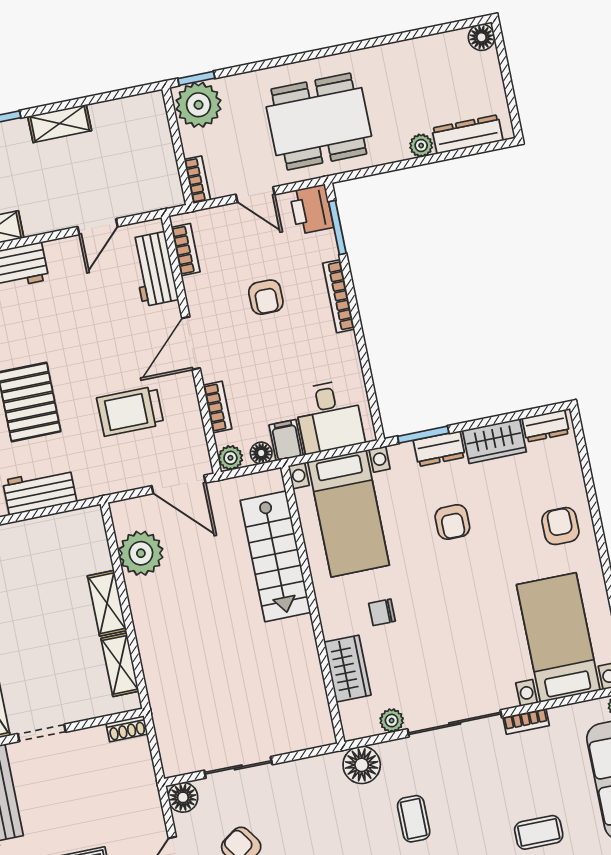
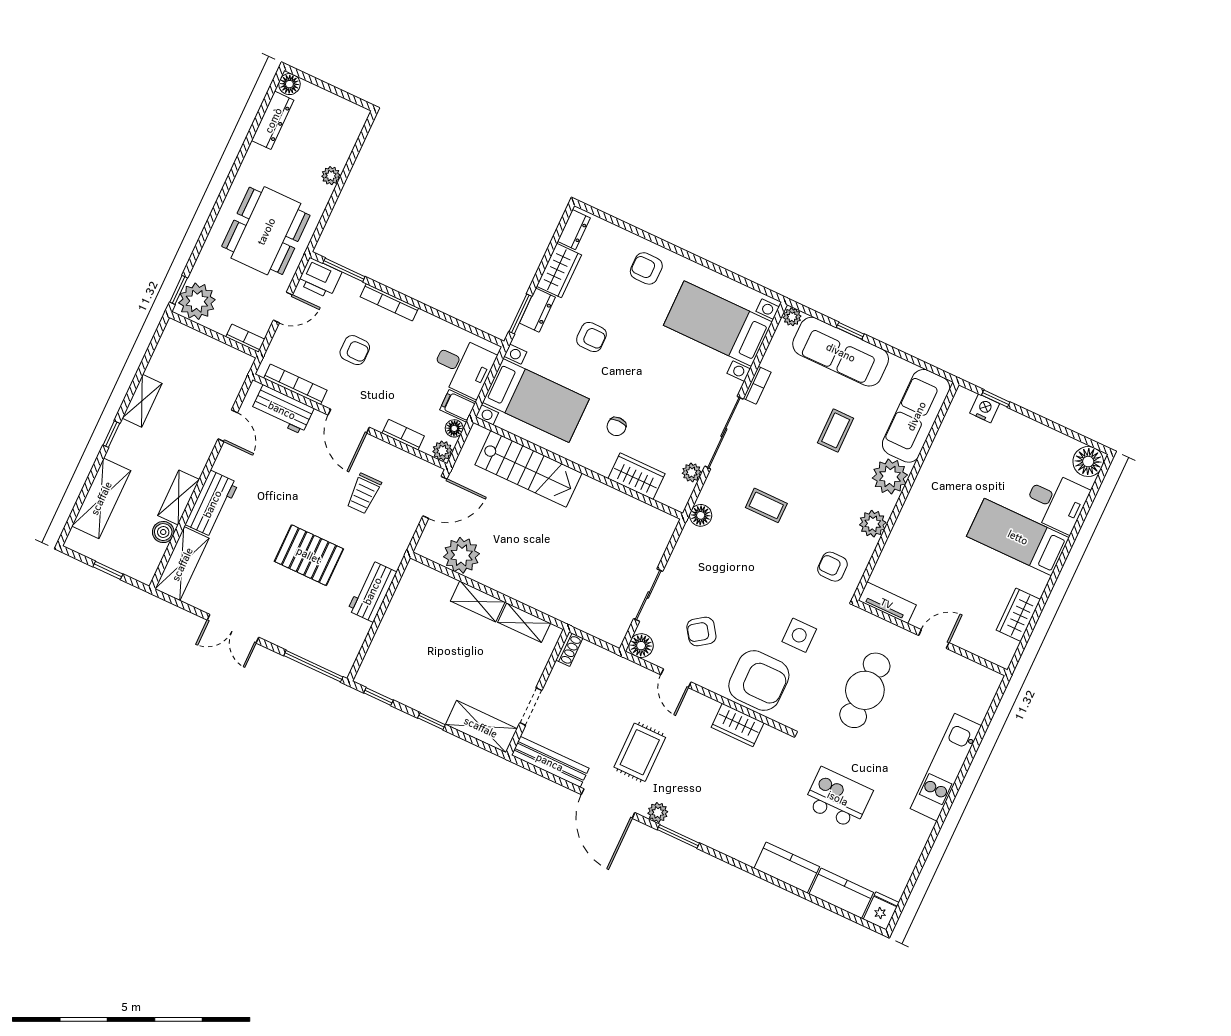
dresser: (467, 134) -> (273, 120), moved, turned 180
bookcase: (186, 250) -> (295, 384), width x1.56
trolley: (130, 411) -> (364, 494), width x0.73, depth x0.72
floor lamp: (362, 765) -> (701, 515), width x0.73, depth x0.73

